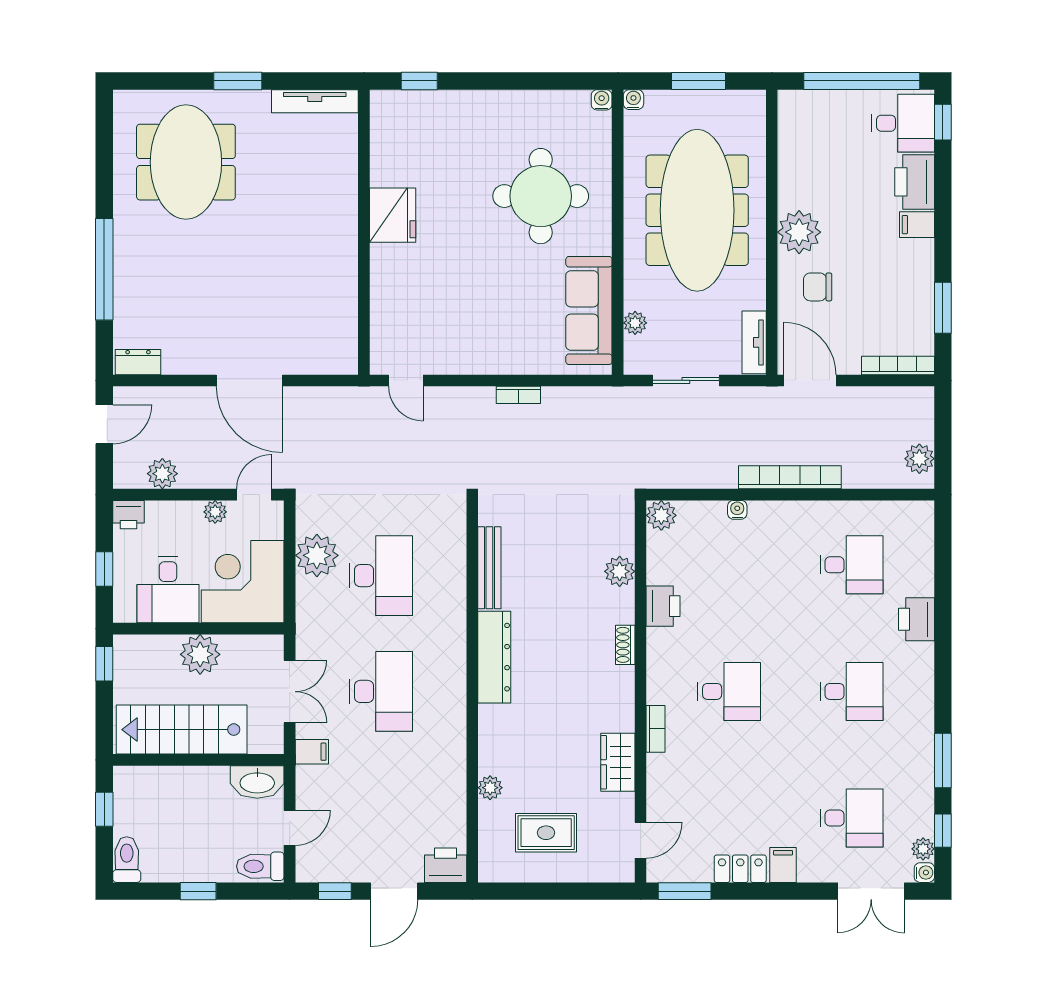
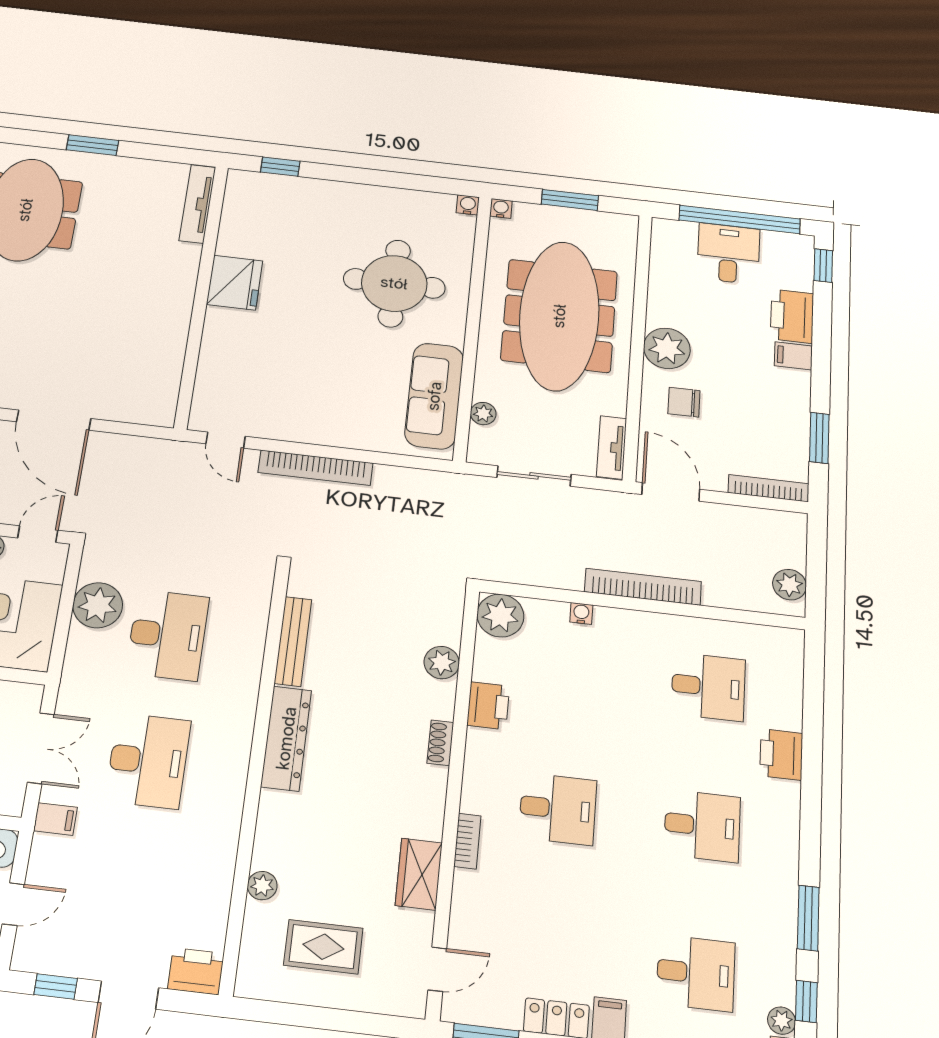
tv unit: (315, 101) -> (197, 204), moved, turned 90
desk: (903, 123) -> (728, 254), moved, turned -90
bookcase: (518, 395) -> (316, 468), width x2.31, depth x1.31
plant: (661, 515) -> (500, 616), width x1.36, depth x1.36

